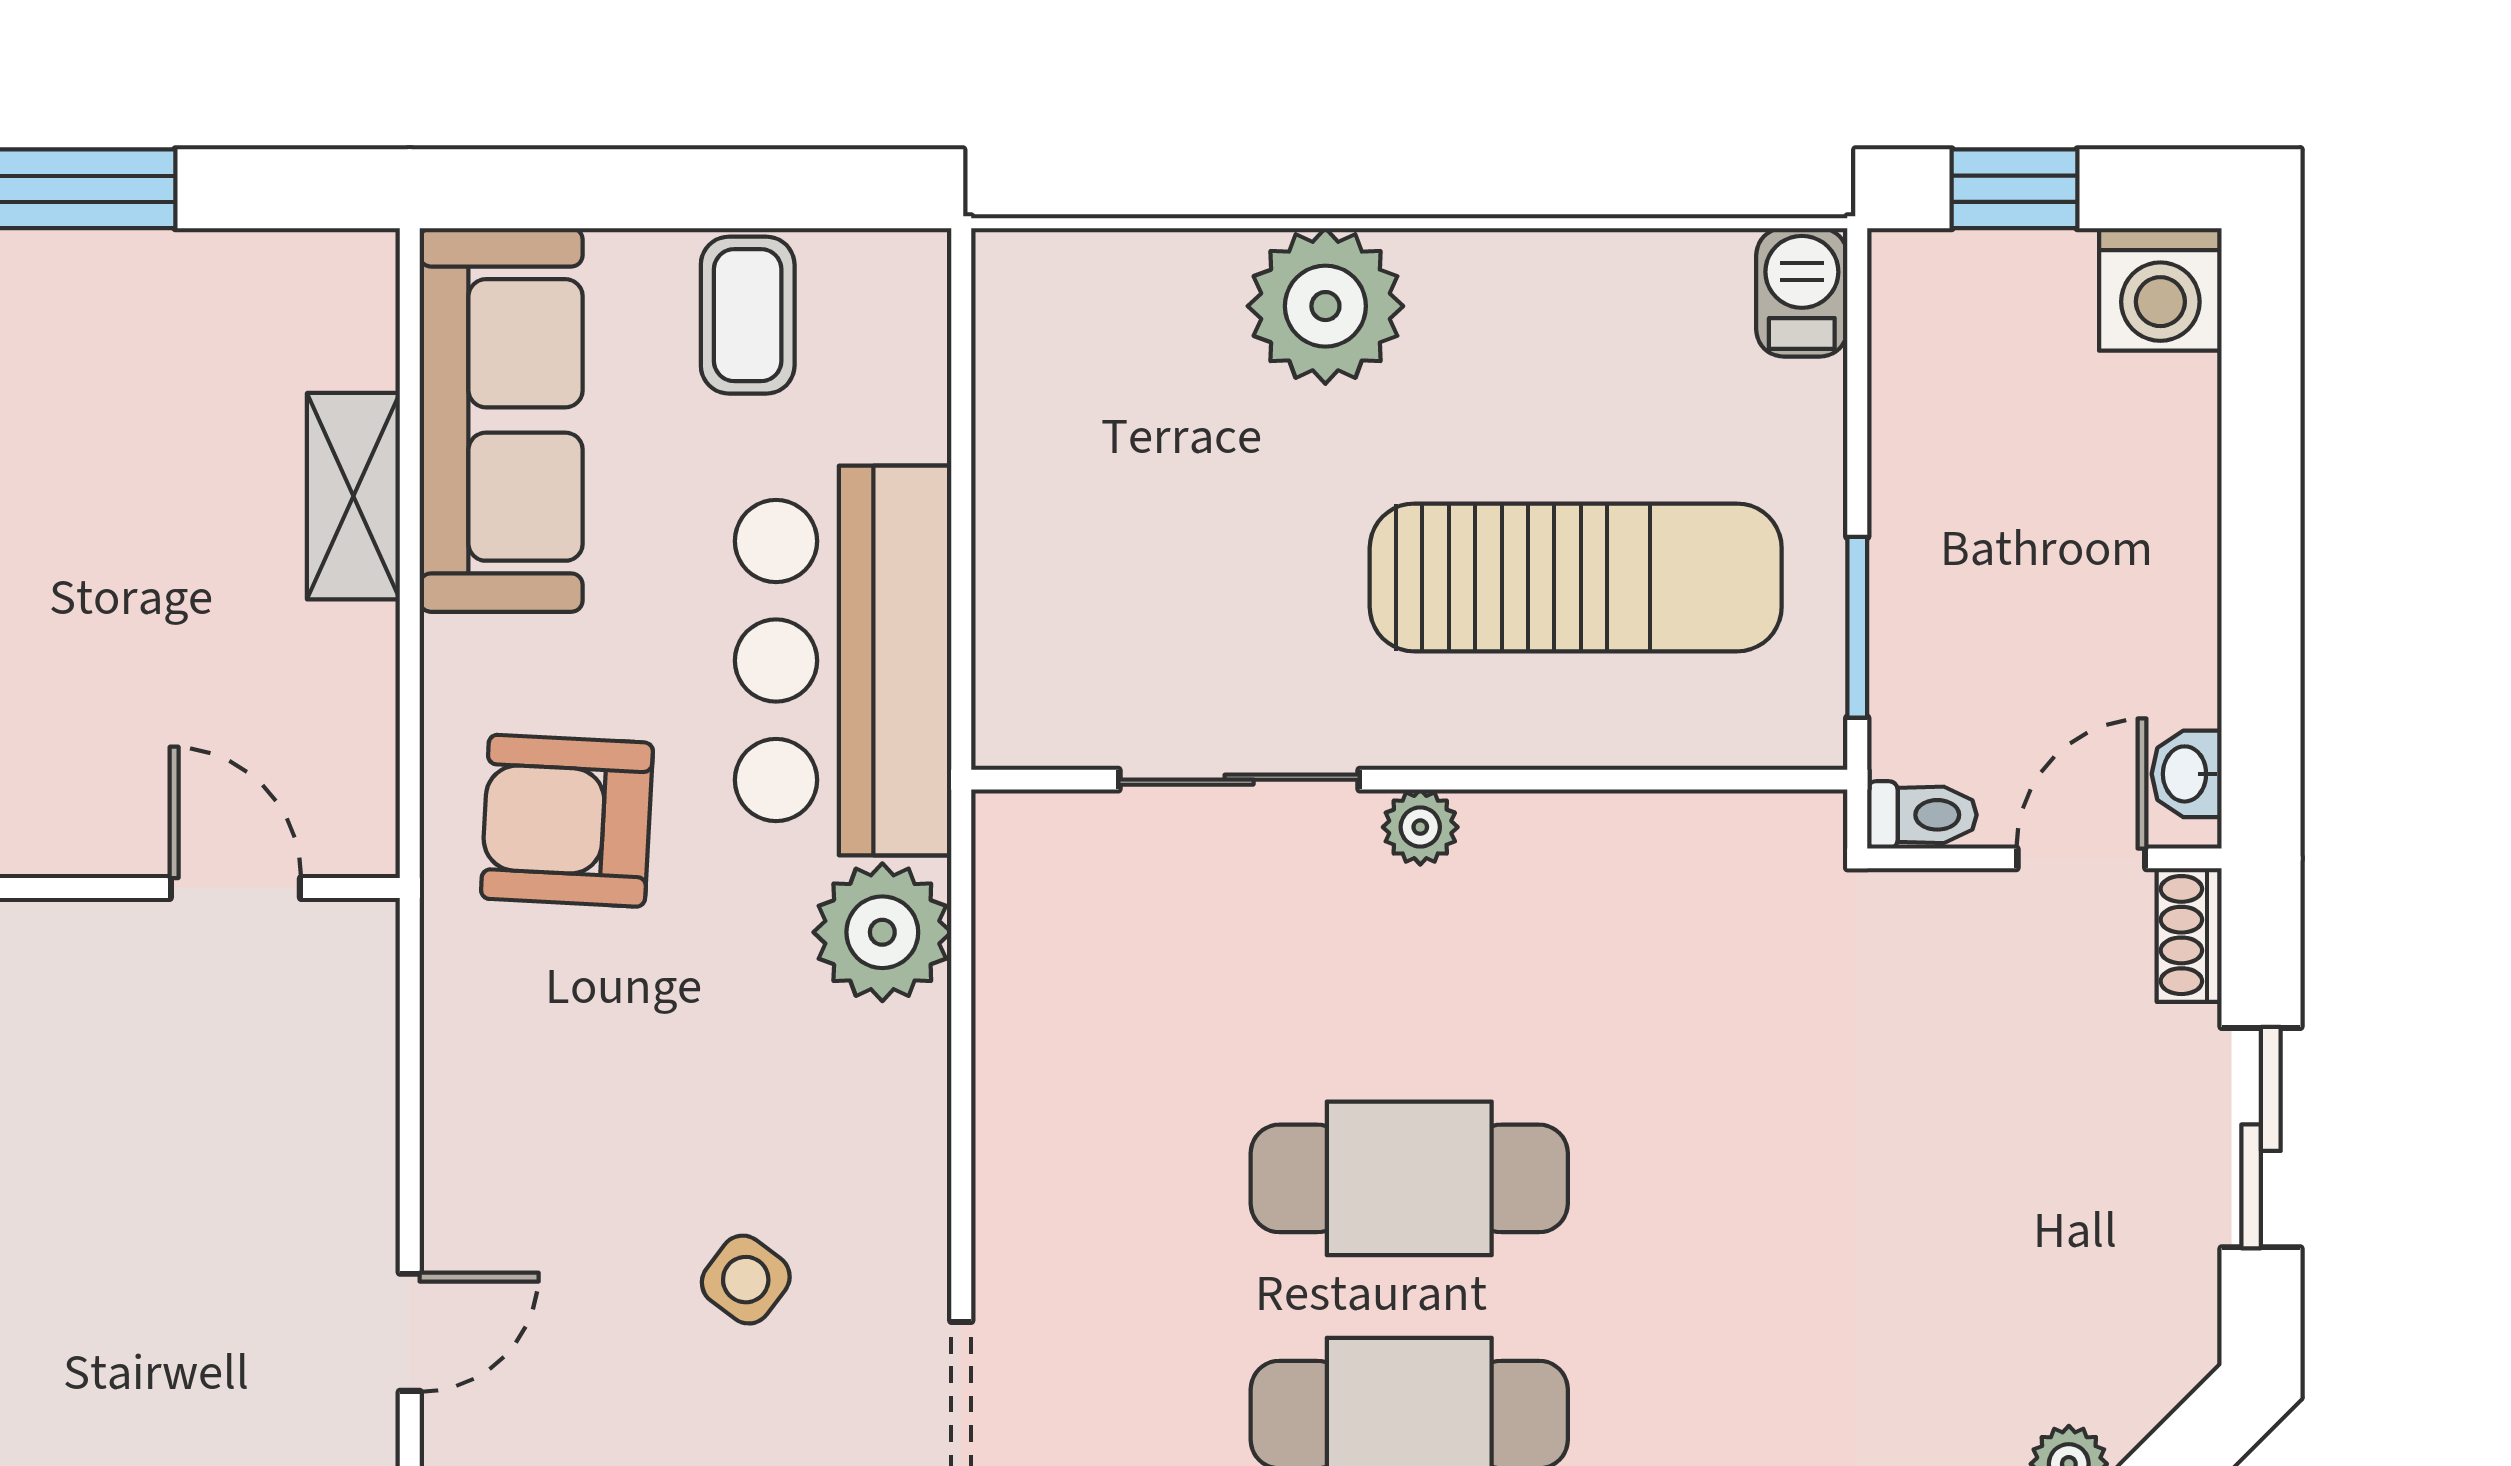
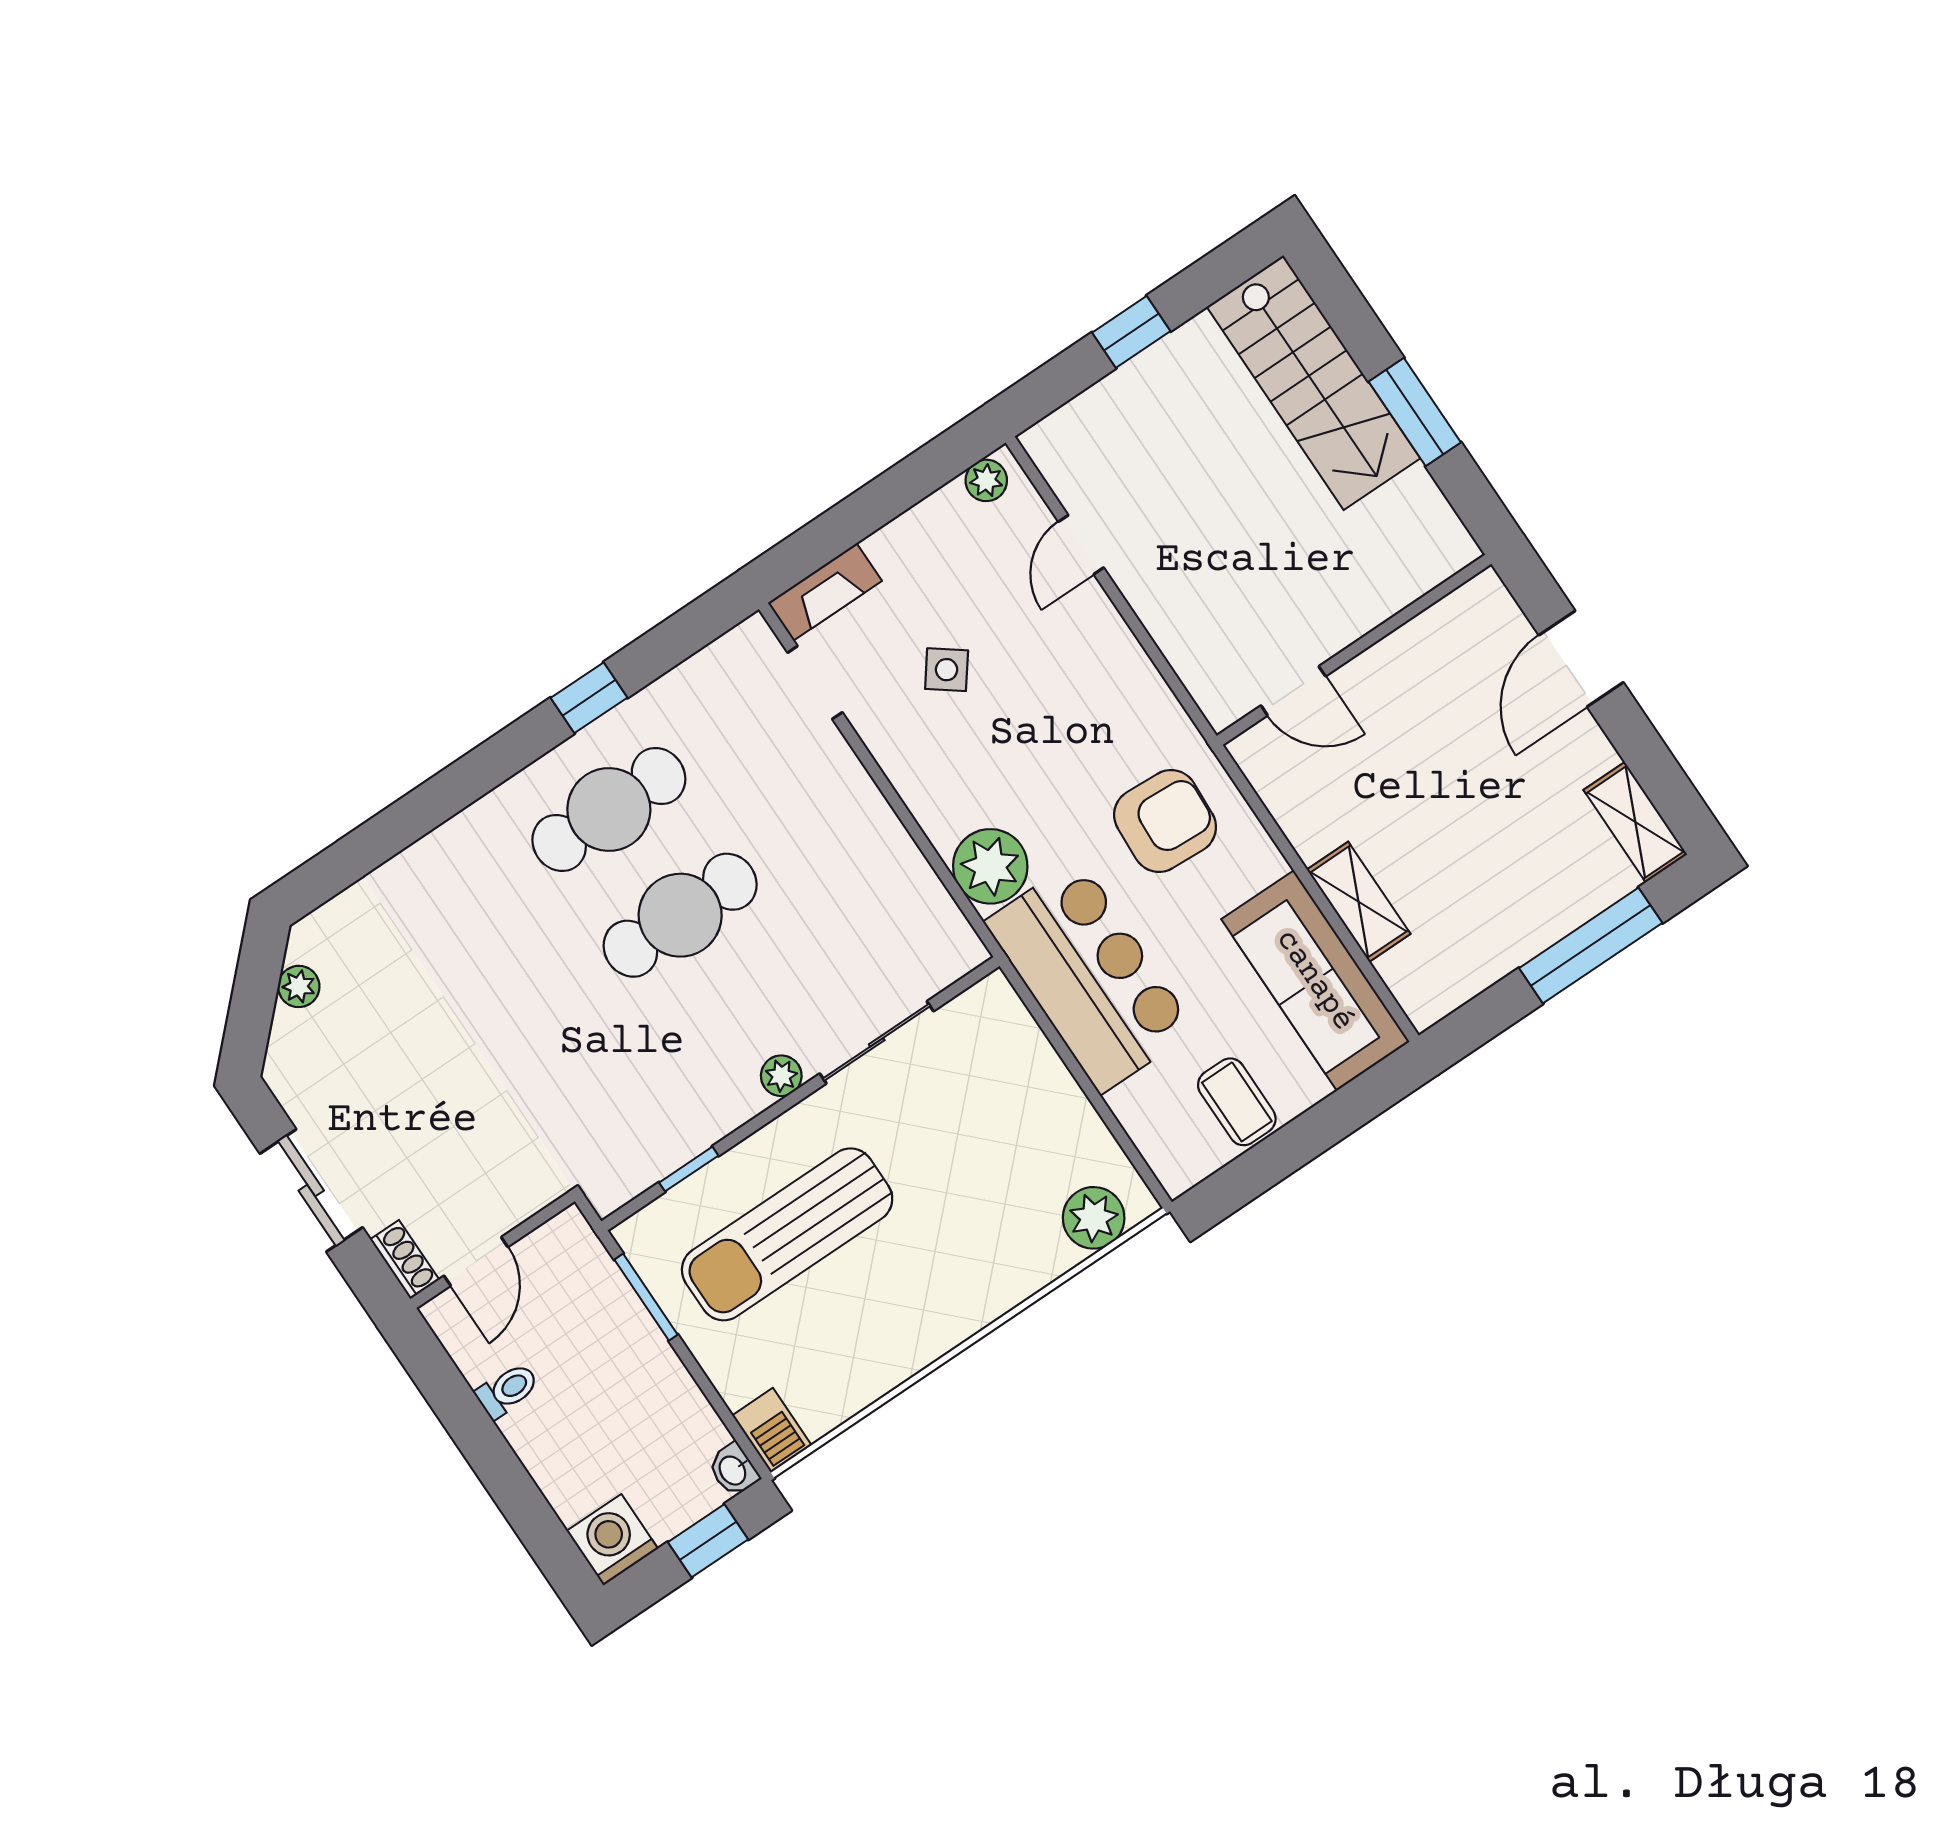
plant: (1325, 306) -> (1094, 1218), moved, width x0.73, depth x0.73
washbasin: (2187, 774) -> (733, 1470), moved, turned 180
window: (1659, 780) -> (689, 1169), added
toilet: (1922, 815) -> (507, 1390), moved, turned 180

